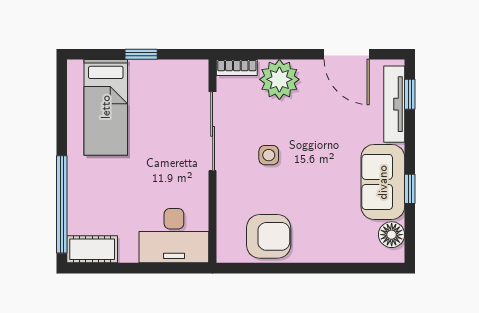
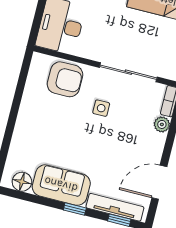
plant: (279, 79) -> (162, 124), width x0.53, depth x0.53
window: (410, 189) -> (75, 209), moved
armchair: (269, 236) -> (65, 79), moved, turned -90

